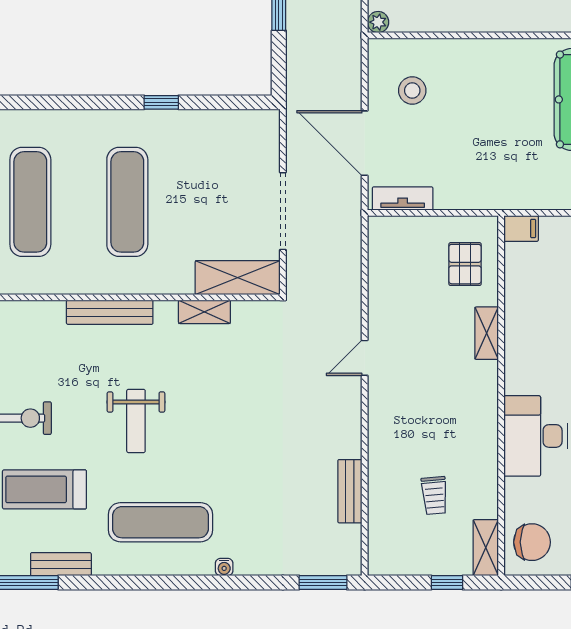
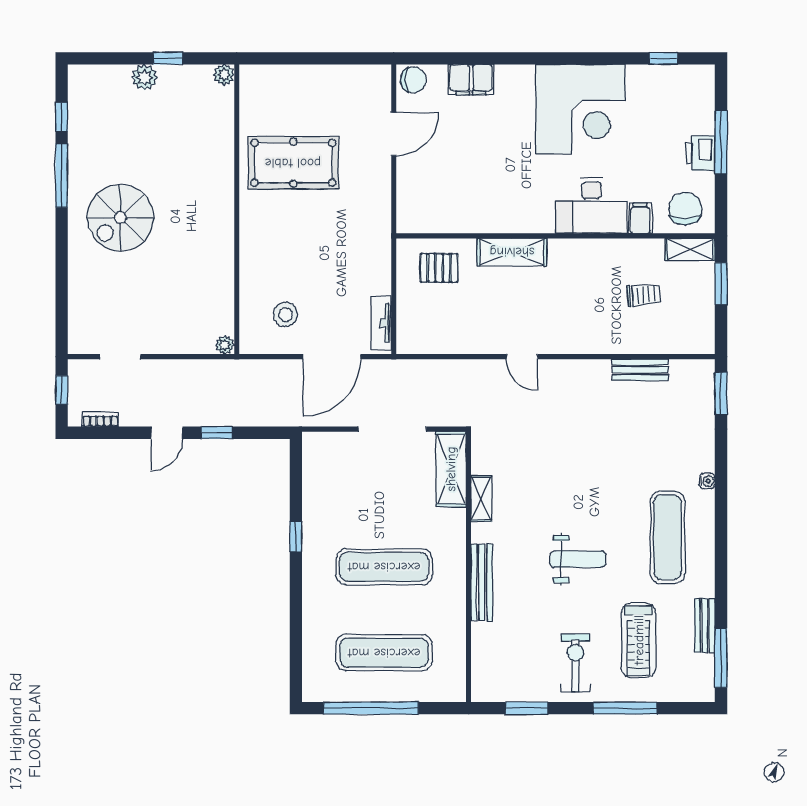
filing cabinet: (521, 228) -> (640, 218), moved
shelving: (487, 333) -> (512, 252), width x1.50, depth x1.33
window: (447, 583) -> (721, 284), width x1.50

